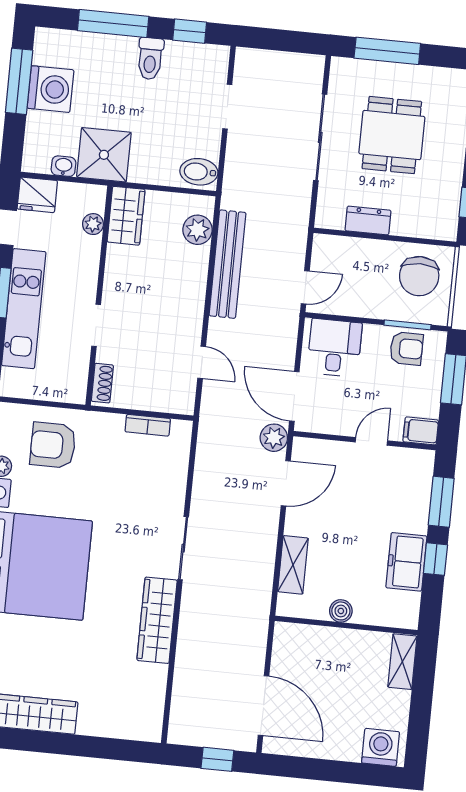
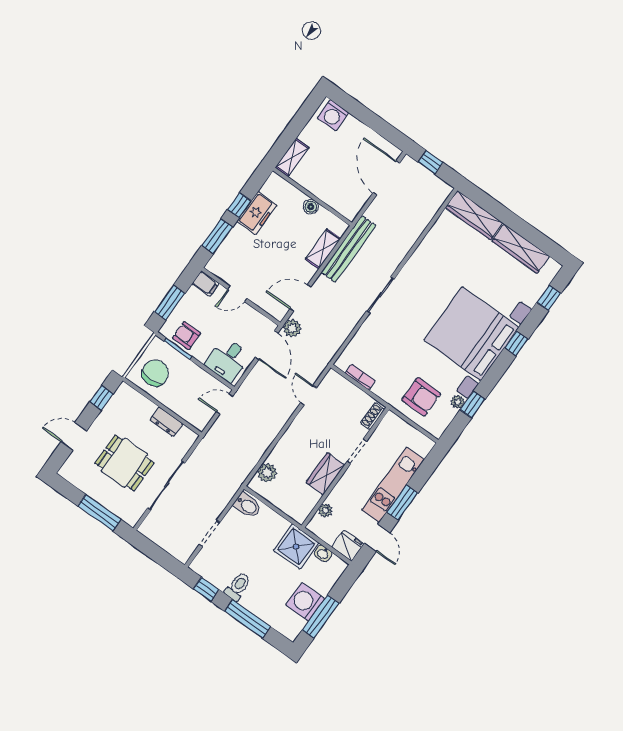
dining table: (392, 135) -> (125, 463), turned 90
wardrobe: (126, 216) -> (325, 474), moved
bench: (228, 264) -> (348, 249), moved
wardrobe: (157, 620) -> (474, 215), moved, turned 90

